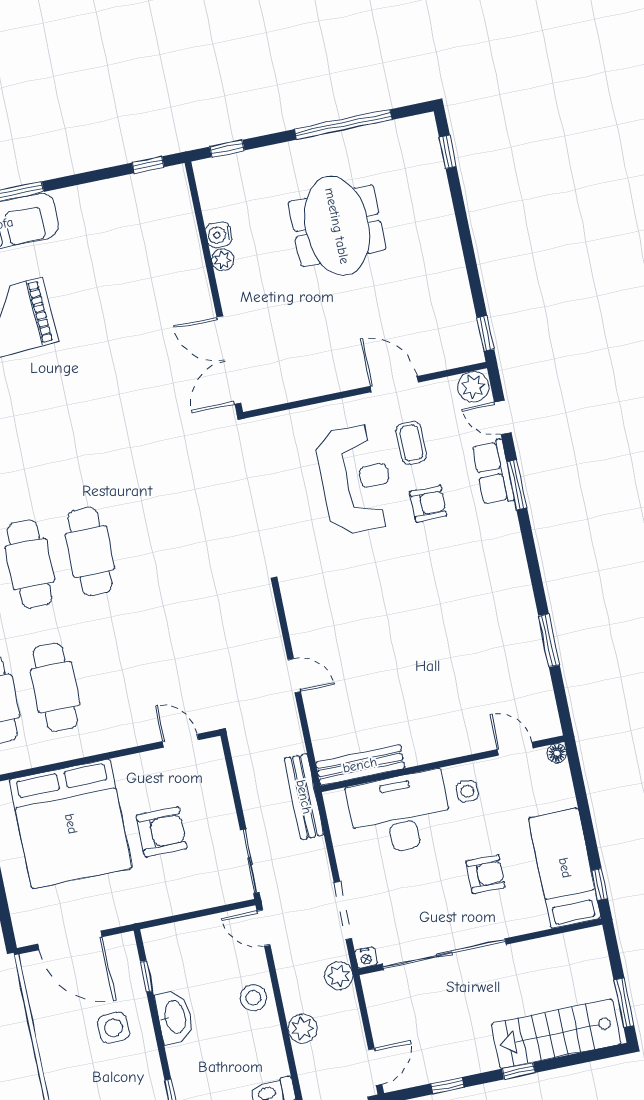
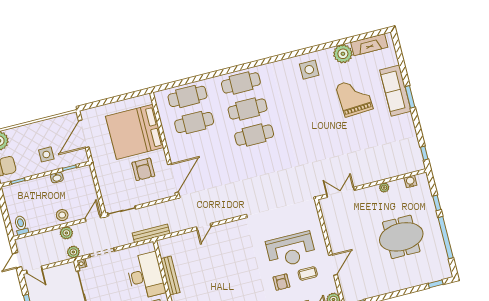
window: (227, 149) -> (437, 203), moved
water cooler: (219, 235) -> (410, 181), moved
double door: (229, 360) -> (340, 192), width x0.73
door: (180, 741) -> (173, 178), width x1.87
bench: (360, 765) -> (170, 276), moved
armchair: (162, 832) -> (143, 169), moved
washbasin: (174, 1017) -> (57, 177), width x0.52, depth x0.69
plant: (303, 1029) -> (66, 233), moved

